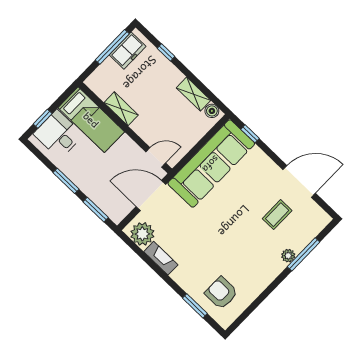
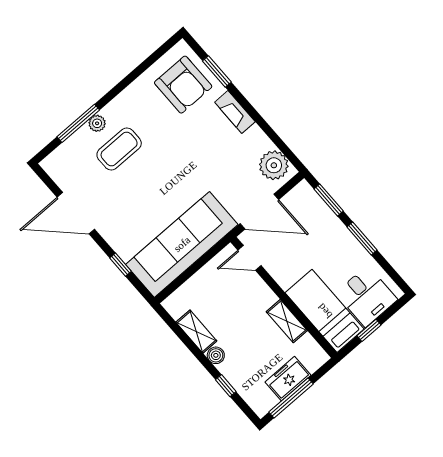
freezer: (128, 51) -> (288, 379), moved
boiler: (212, 111) -> (216, 355), moved
window: (43, 119) -> (369, 330), moved
window: (250, 134) -> (120, 265), moved
coffee table: (277, 215) -> (119, 149), moved, width x1.36, depth x1.30
fireplace: (161, 258) -> (235, 112), moved
armchair: (221, 293) -> (183, 85), width x1.36, depth x1.36

